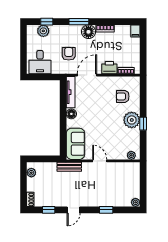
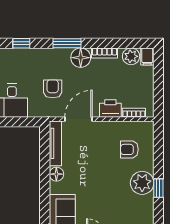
plant: (43, 31) -> (131, 56), moved

